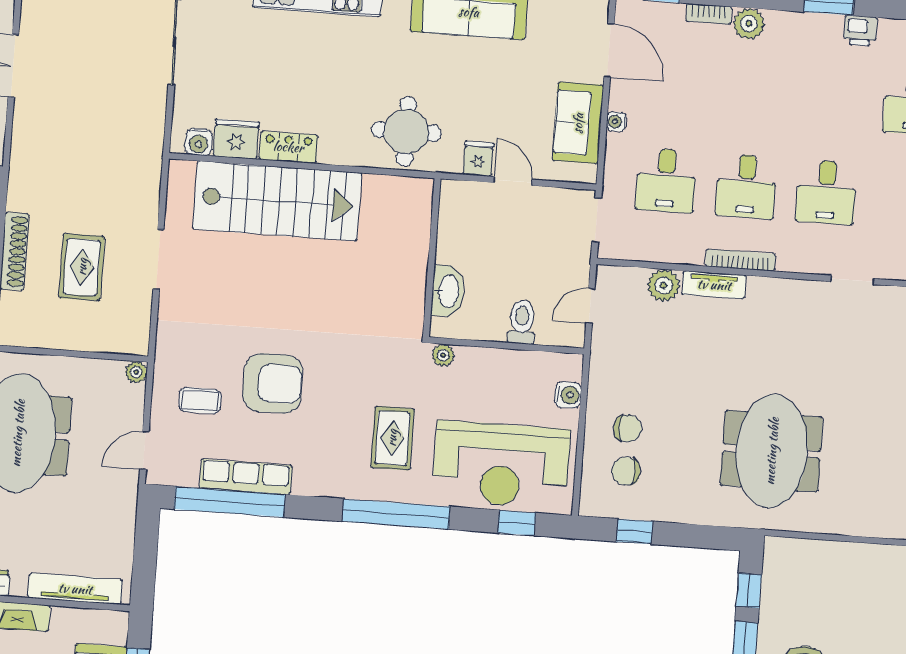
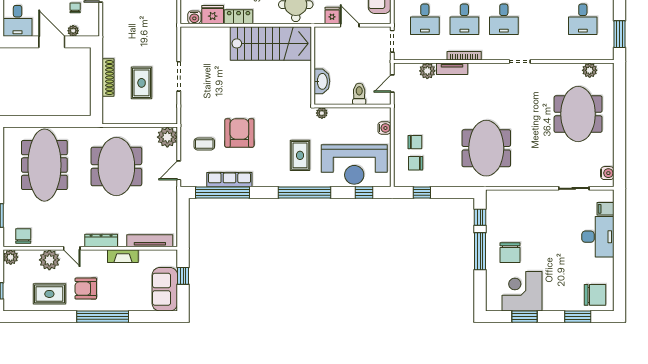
stairs: (277, 201) -> (271, 43), moved
plant: (136, 372) -> (167, 137), width x1.88, depth x1.88
armchair: (273, 383) -> (239, 133), turned -90

